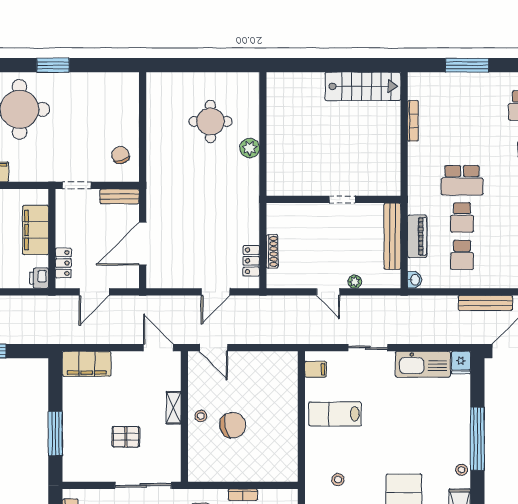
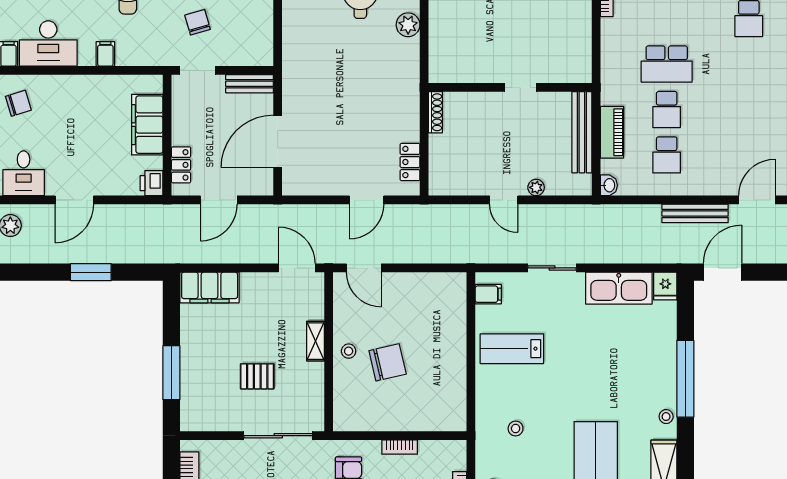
chair: (120, 155) -> (198, 22), moved
shoe rack: (272, 251) -> (435, 112), moved

